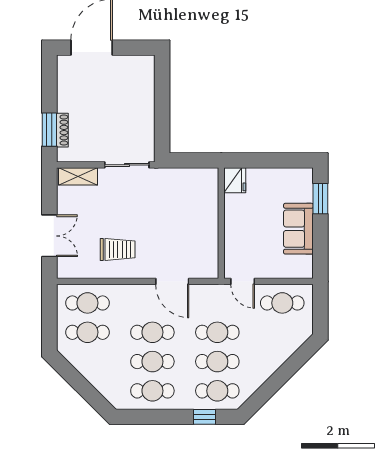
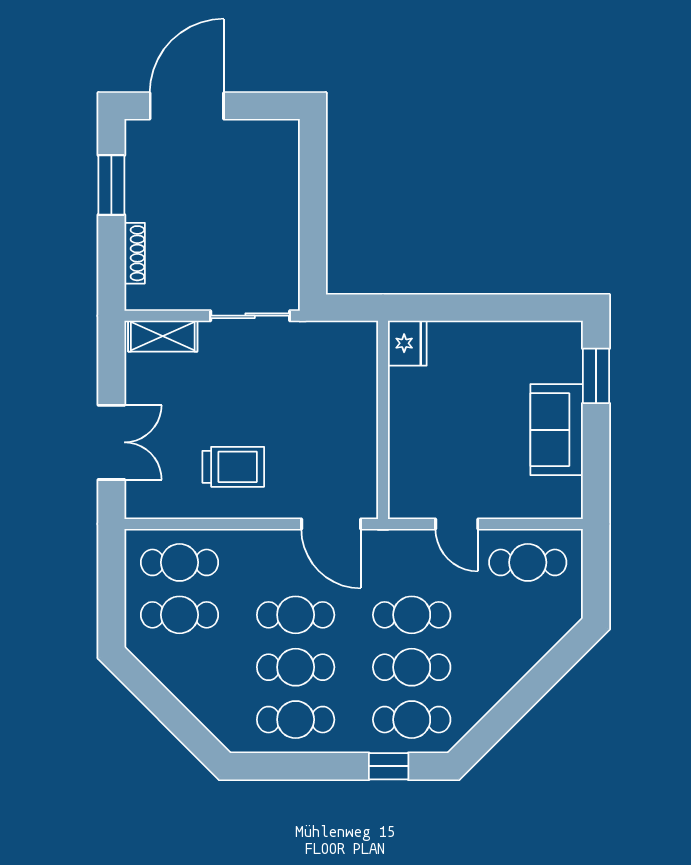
window: (49, 130) -> (111, 185), moved
fridge: (235, 180) -> (407, 343), moved
wall: (221, 223) -> (383, 420), moved

